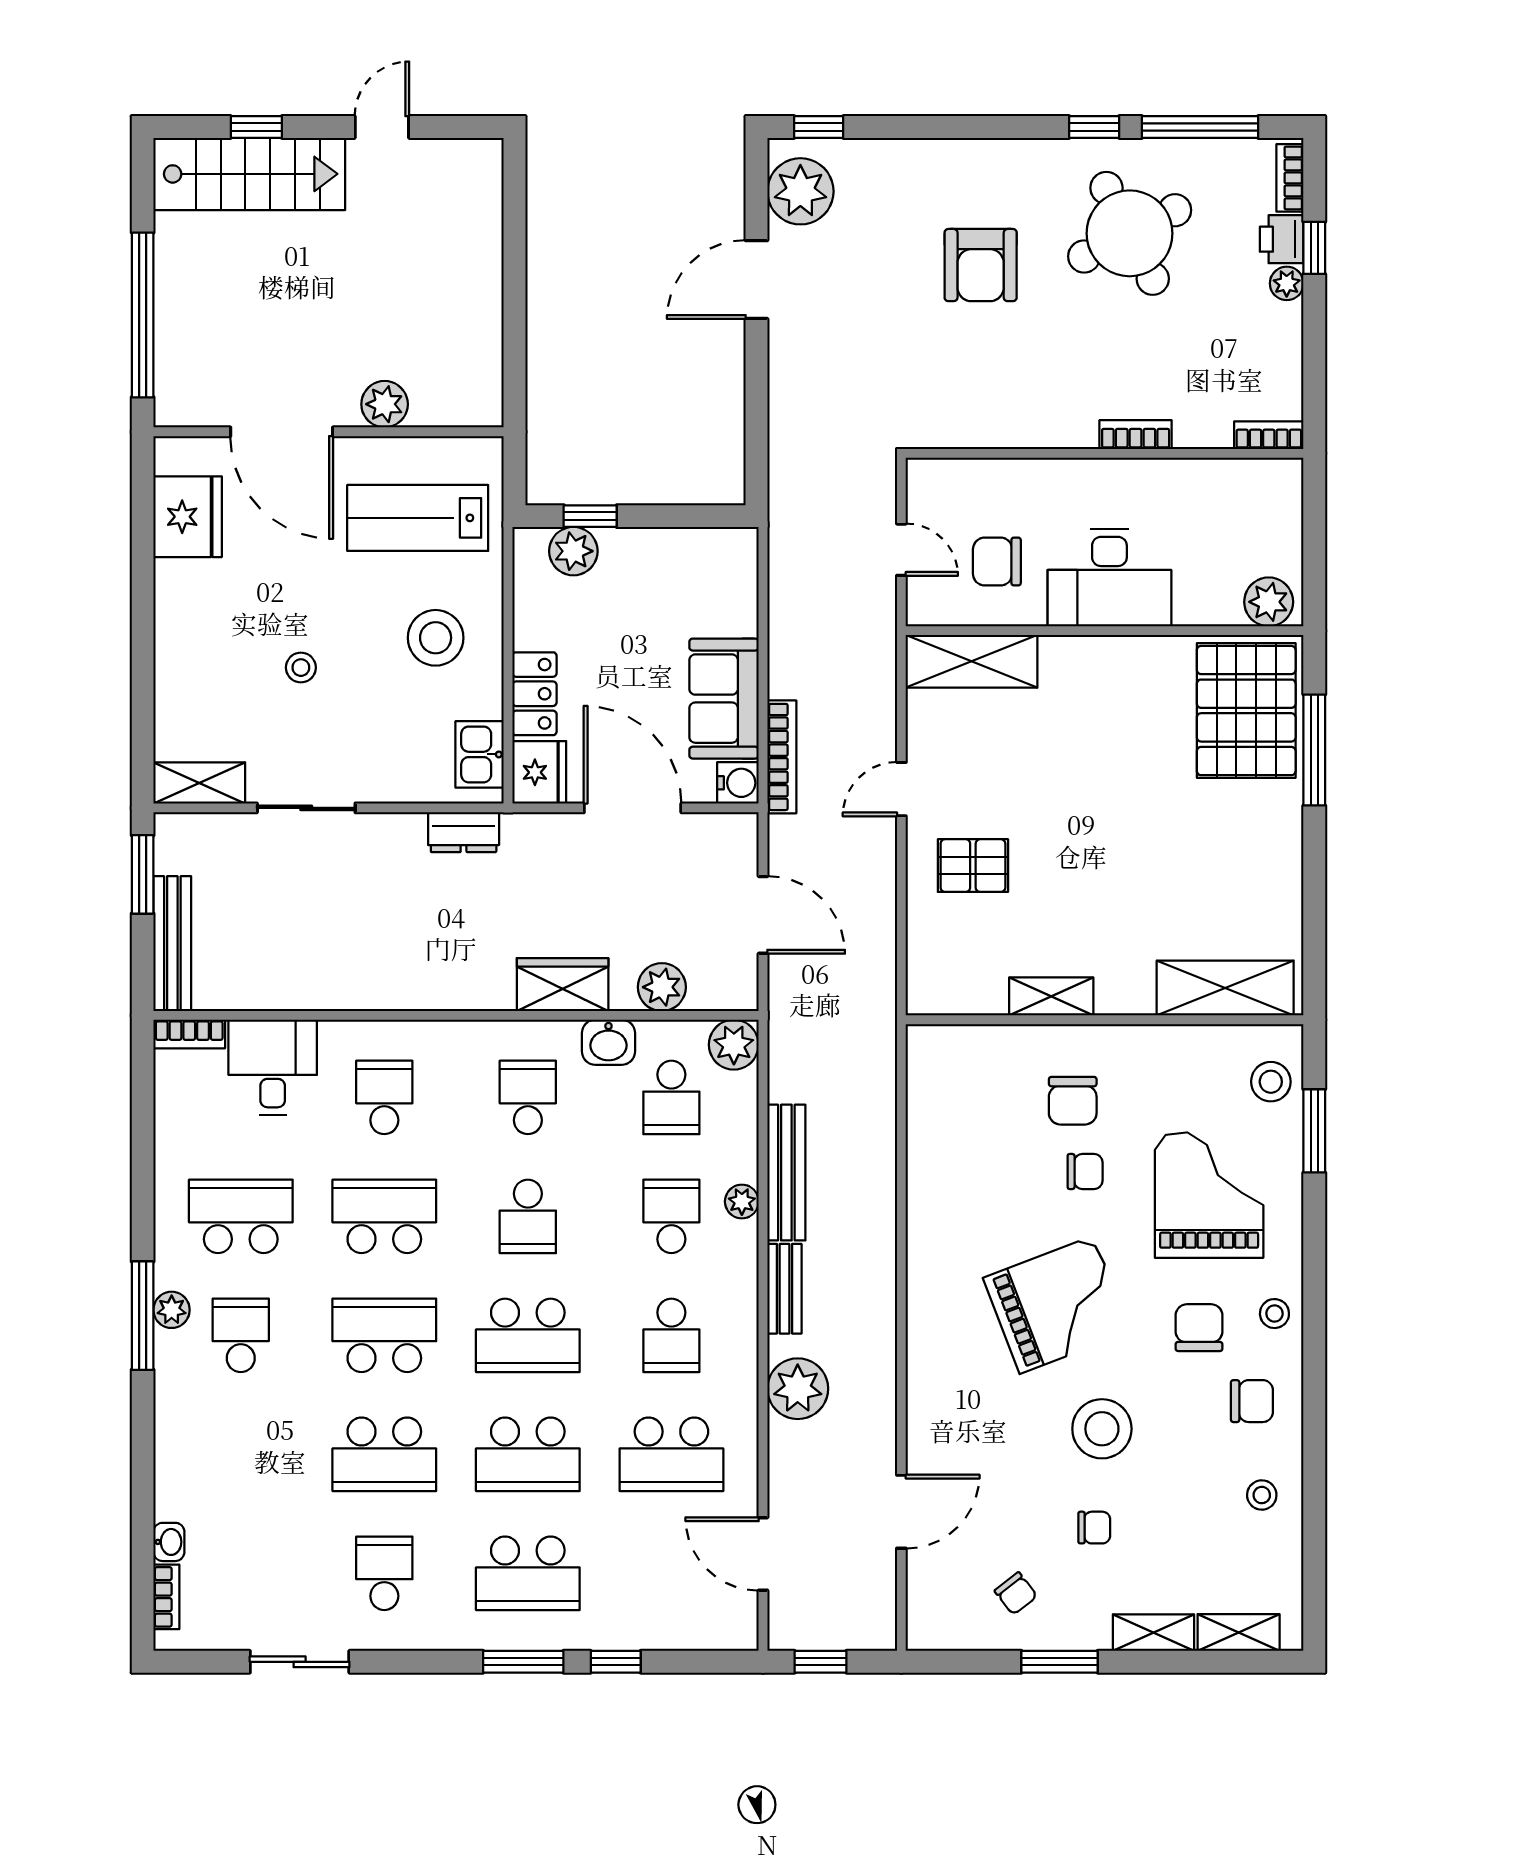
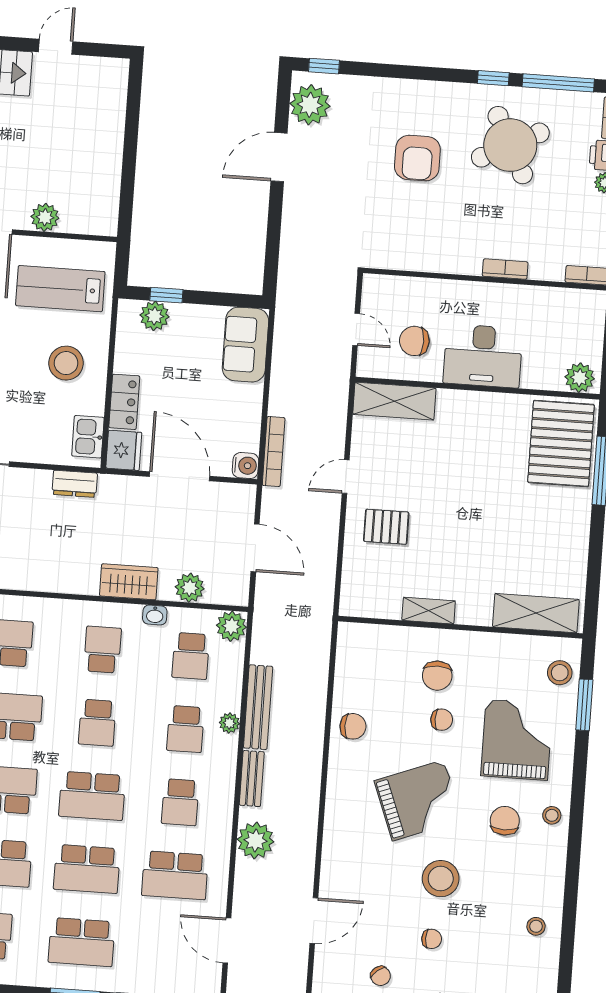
sofa: (724, 699) -> (246, 345), moved
washbasin: (608, 1042) -> (155, 615), width x0.72, depth x0.69
school desk: (671, 1216) -> (185, 729), turned 180
chair: (1252, 1401) -> (353, 726), moved

